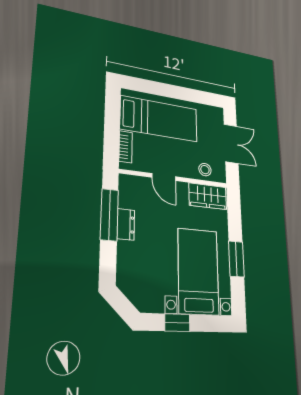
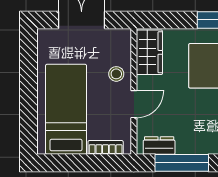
stool: (205, 170) -> (116, 74), moved
dresser: (126, 224) -> (159, 146), moved

